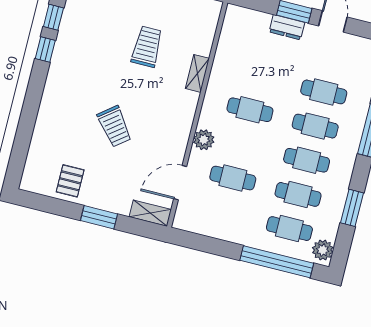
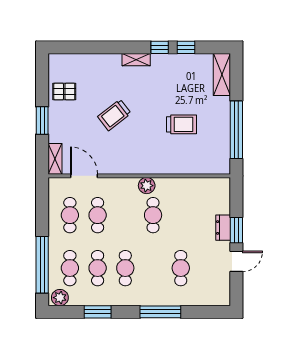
shelving: (197, 73) -> (136, 60), moved
cafe table: (315, 126) -> (70, 215), moved
plant: (204, 140) -> (147, 186), moved

